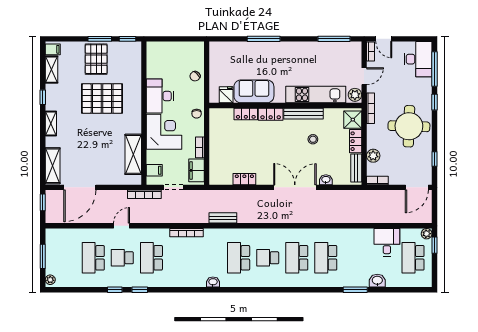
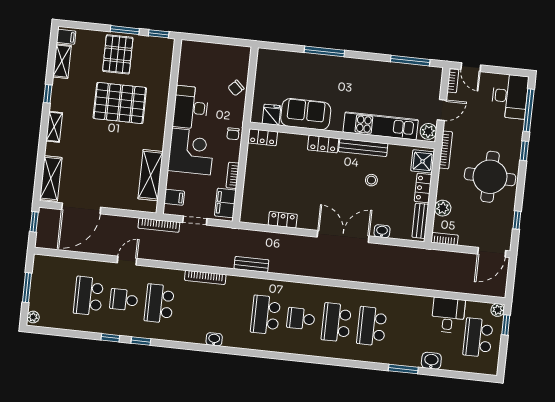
locker: (246, 114) -> (263, 137), moved
washbasin: (213, 282) -> (214, 339), moved

